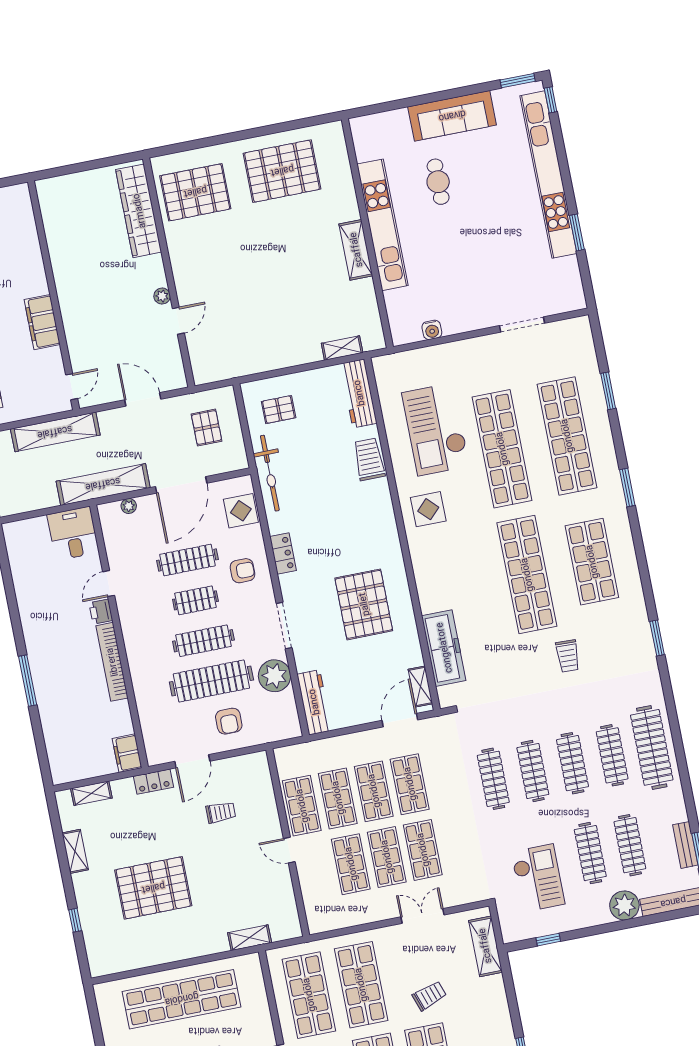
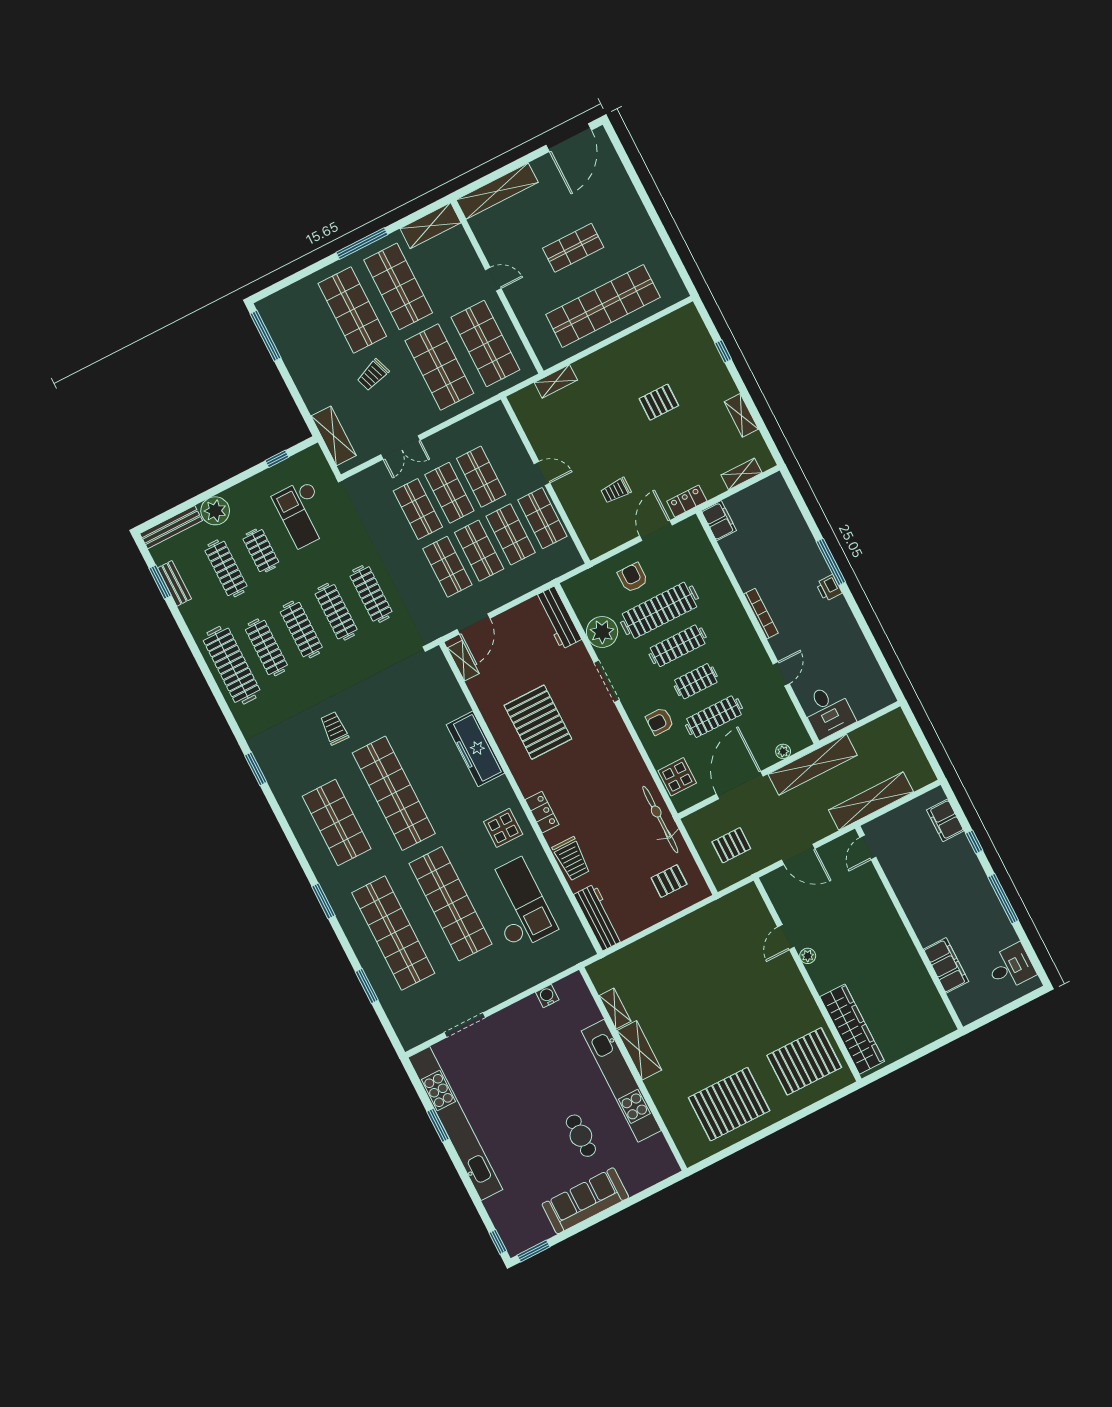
kitchen unit: (548, 175) -> (455, 1123), moved
filing cabinet: (42, 322) -> (946, 965), moved
shelving: (342, 348) -> (615, 1008), moved, turned 90
pallet: (207, 428) -> (731, 845), turned 90
locker: (283, 553) -> (542, 812), moved, turned 180
printer: (101, 612) -> (829, 588), moved, turned 180
freezer: (444, 648) -> (475, 749), moved
bookcase: (112, 662) -> (761, 614), width x0.68, depth x0.76
clothes rail: (590, 853) -> (261, 551), width x0.73
pallet: (153, 888) -> (659, 402), width x0.49, depth x0.50

